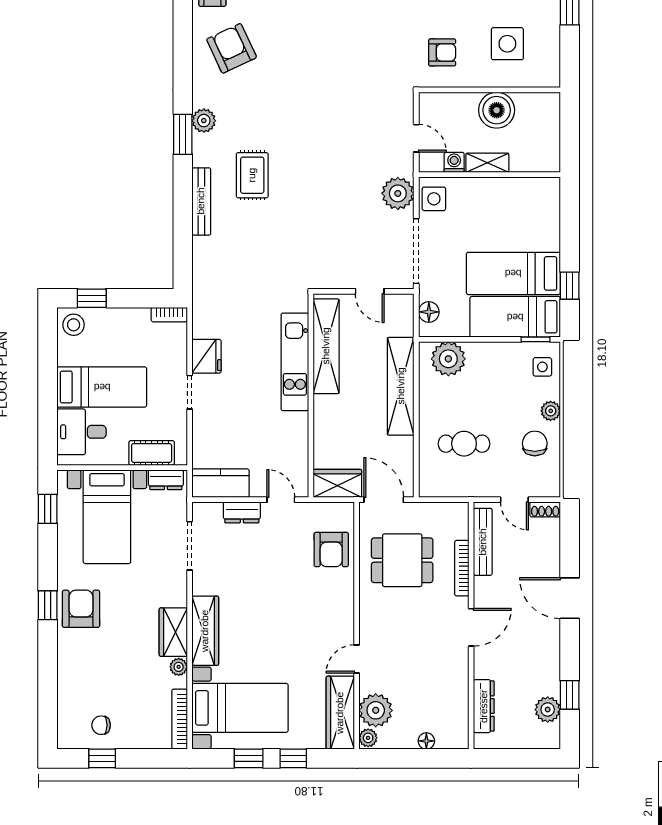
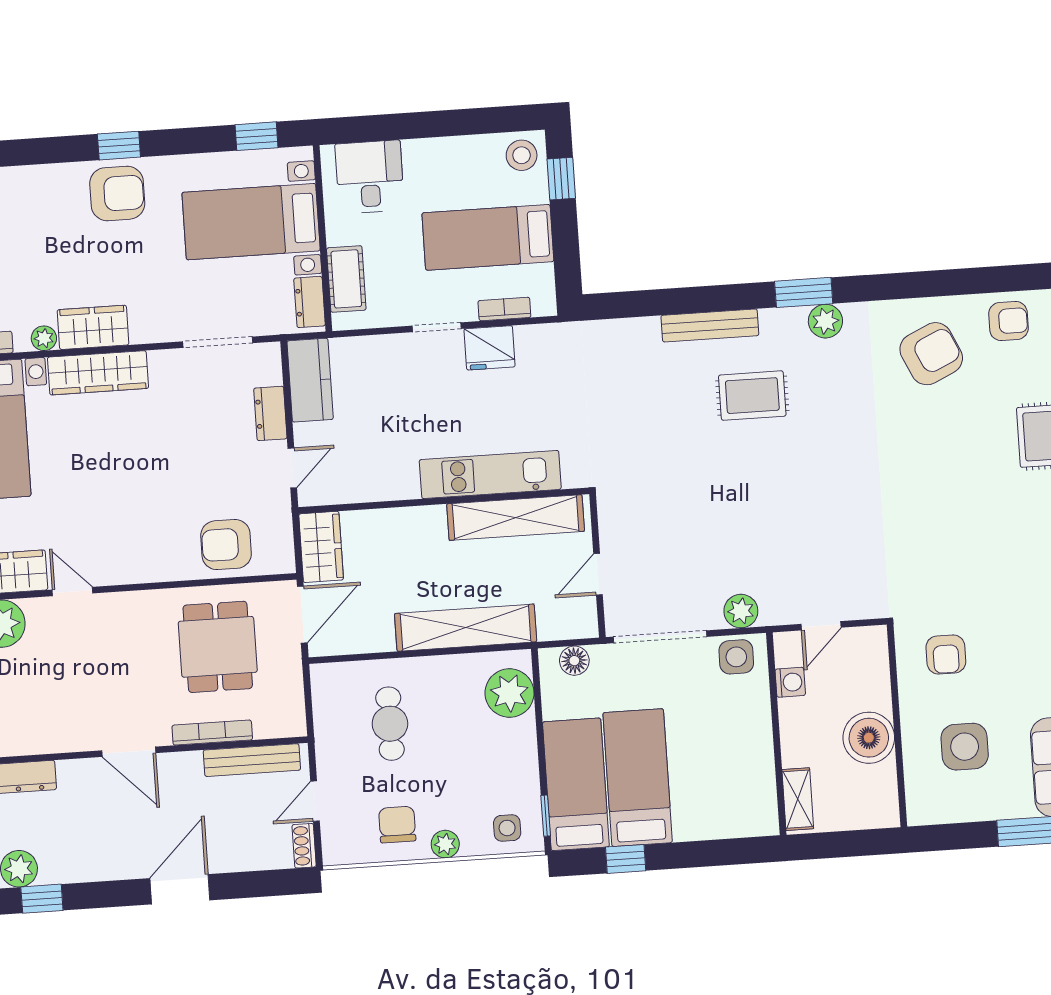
shelving: (487, 163) -> (798, 799), moved
plant: (398, 193) -> (741, 611), width x0.73, depth x0.73
bookcase: (169, 315) -> (504, 309), moved, turned 90
bed: (102, 387) -> (488, 237), moved, turned 90
chair: (535, 443) -> (397, 825), turned -90

